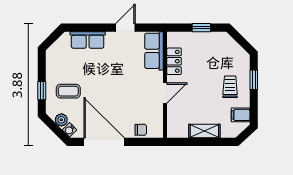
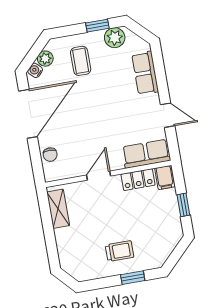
plant: (54, 60) -> (115, 38), added
window: (42, 91) -> (97, 26), moved
door: (165, 93) -> (99, 176), swing flipped
filing cabinet: (241, 115) -> (165, 177), moved, turned 180
shelving: (204, 131) -> (58, 209), moved

